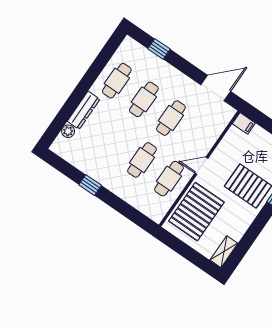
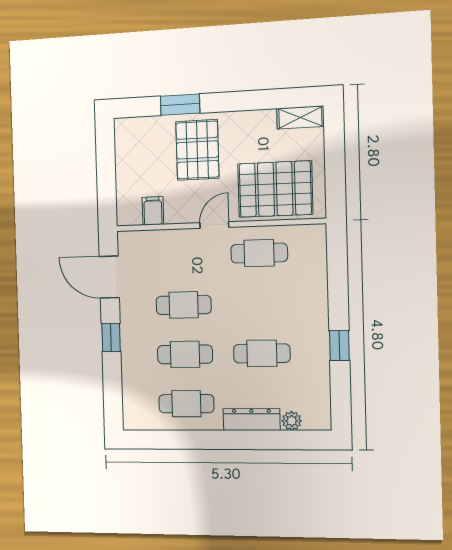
window: (159, 49) -> (111, 337), moved
filing cabinet: (244, 123) -> (153, 211), moved
cafe table: (142, 160) -> (262, 353), moved
door: (201, 166) -> (214, 225), swing flipped

